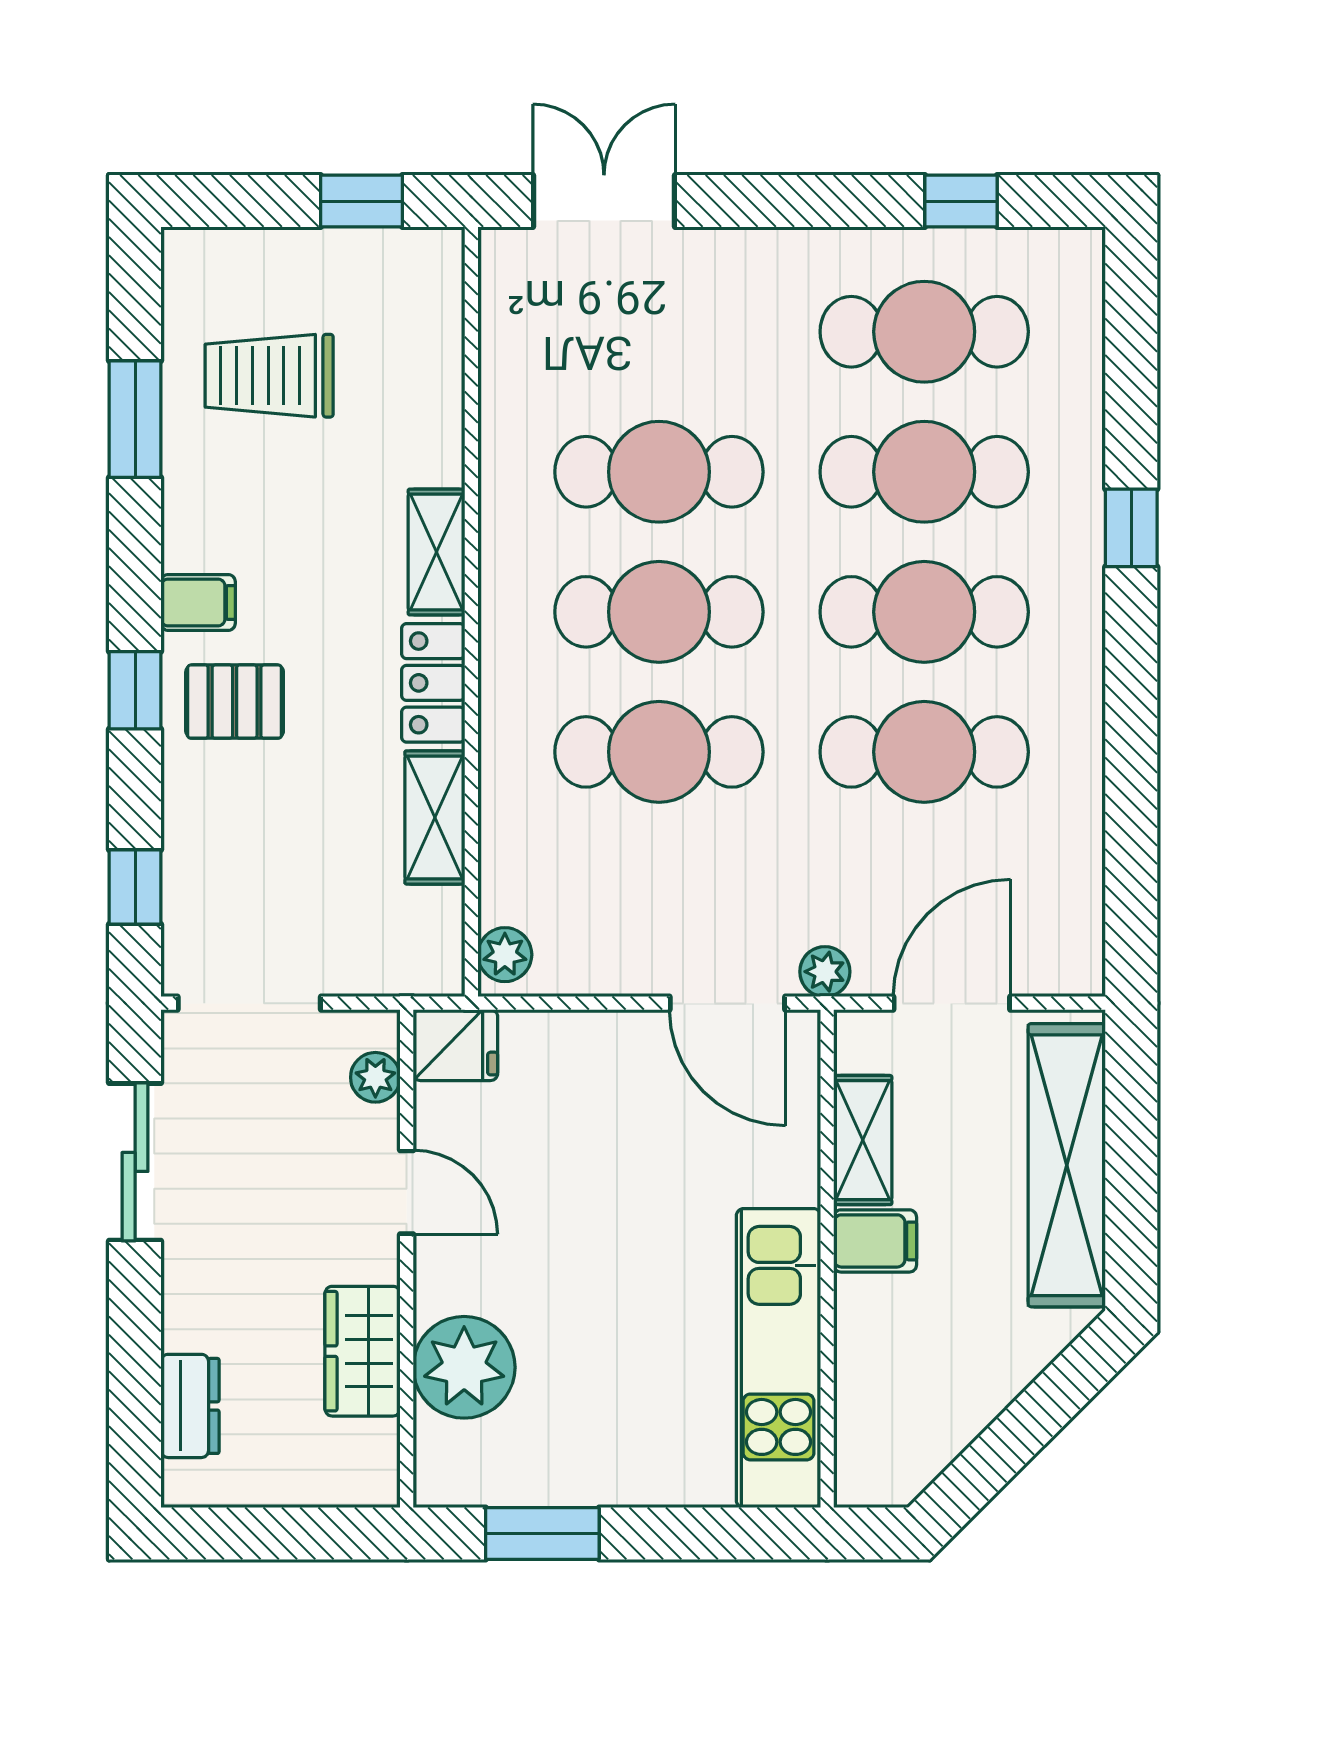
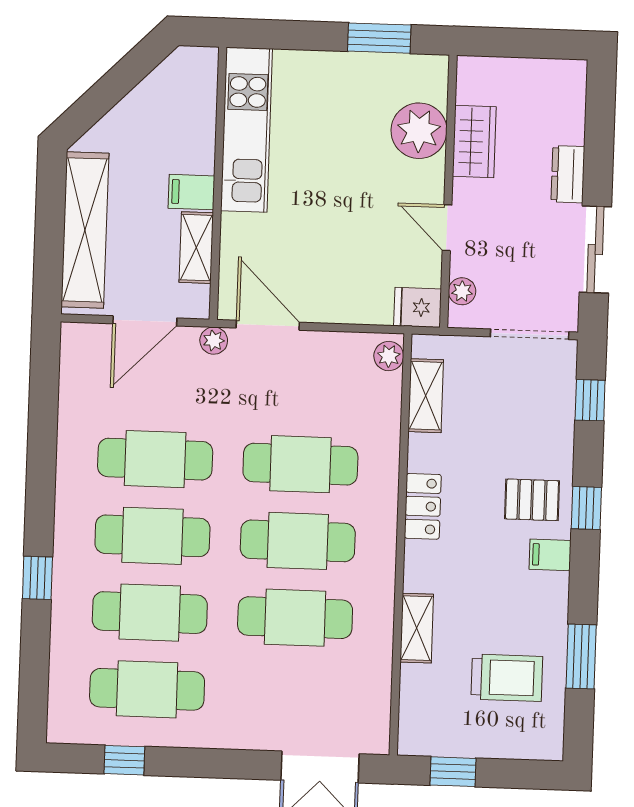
shelving: (437, 552) -> (417, 628), moved
shelving: (435, 817) -> (426, 396), moved
dresser: (190, 1406) -> (568, 174), moved

